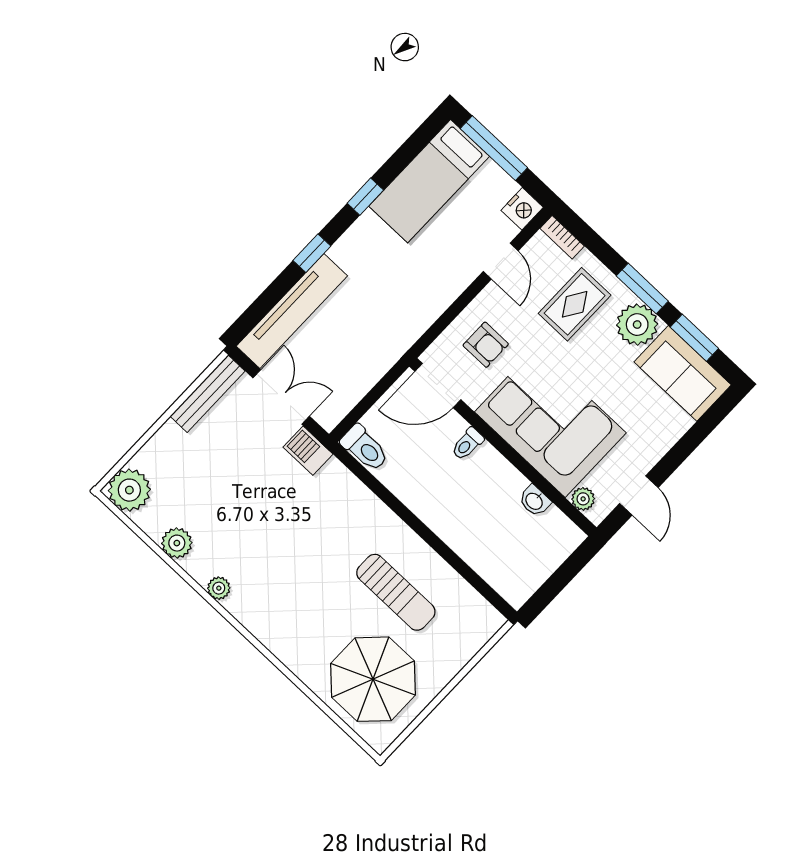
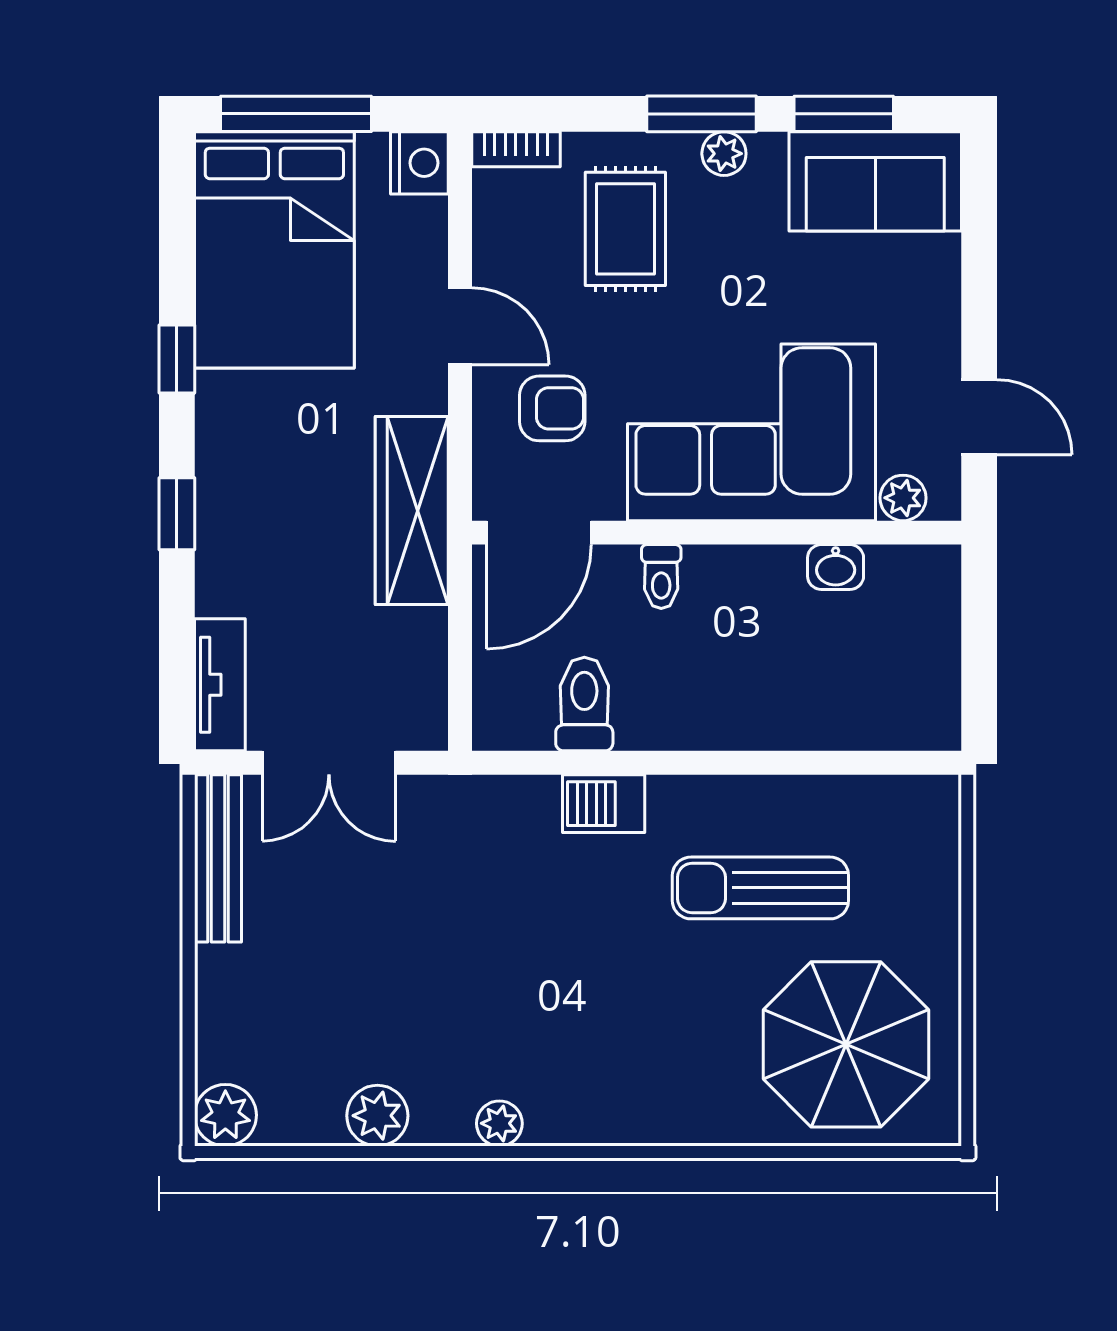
bed: (429, 181) -> (274, 250), width x1.50
door: (501, 261) -> (460, 326), moved
tv unit: (292, 311) -> (220, 685), width x0.52, depth x0.78
plant: (637, 325) -> (724, 154), width x0.53, depth x0.53
wardrobe: (399, 333) -> (412, 510), added
double door: (281, 397) -> (329, 763), swing flipped
toilet: (365, 448) -> (584, 704), moved, turned -90
barbecue: (308, 451) -> (604, 804), moved
plant: (129, 490) -> (225, 1115), width x0.73, depth x0.73
sun lounger: (396, 592) -> (760, 888), turned 180

